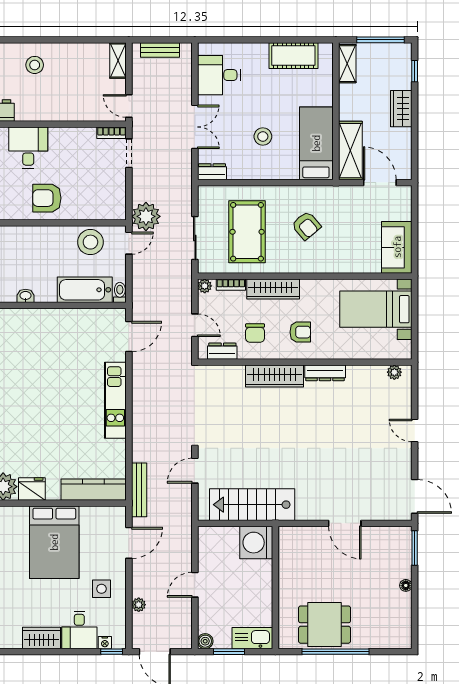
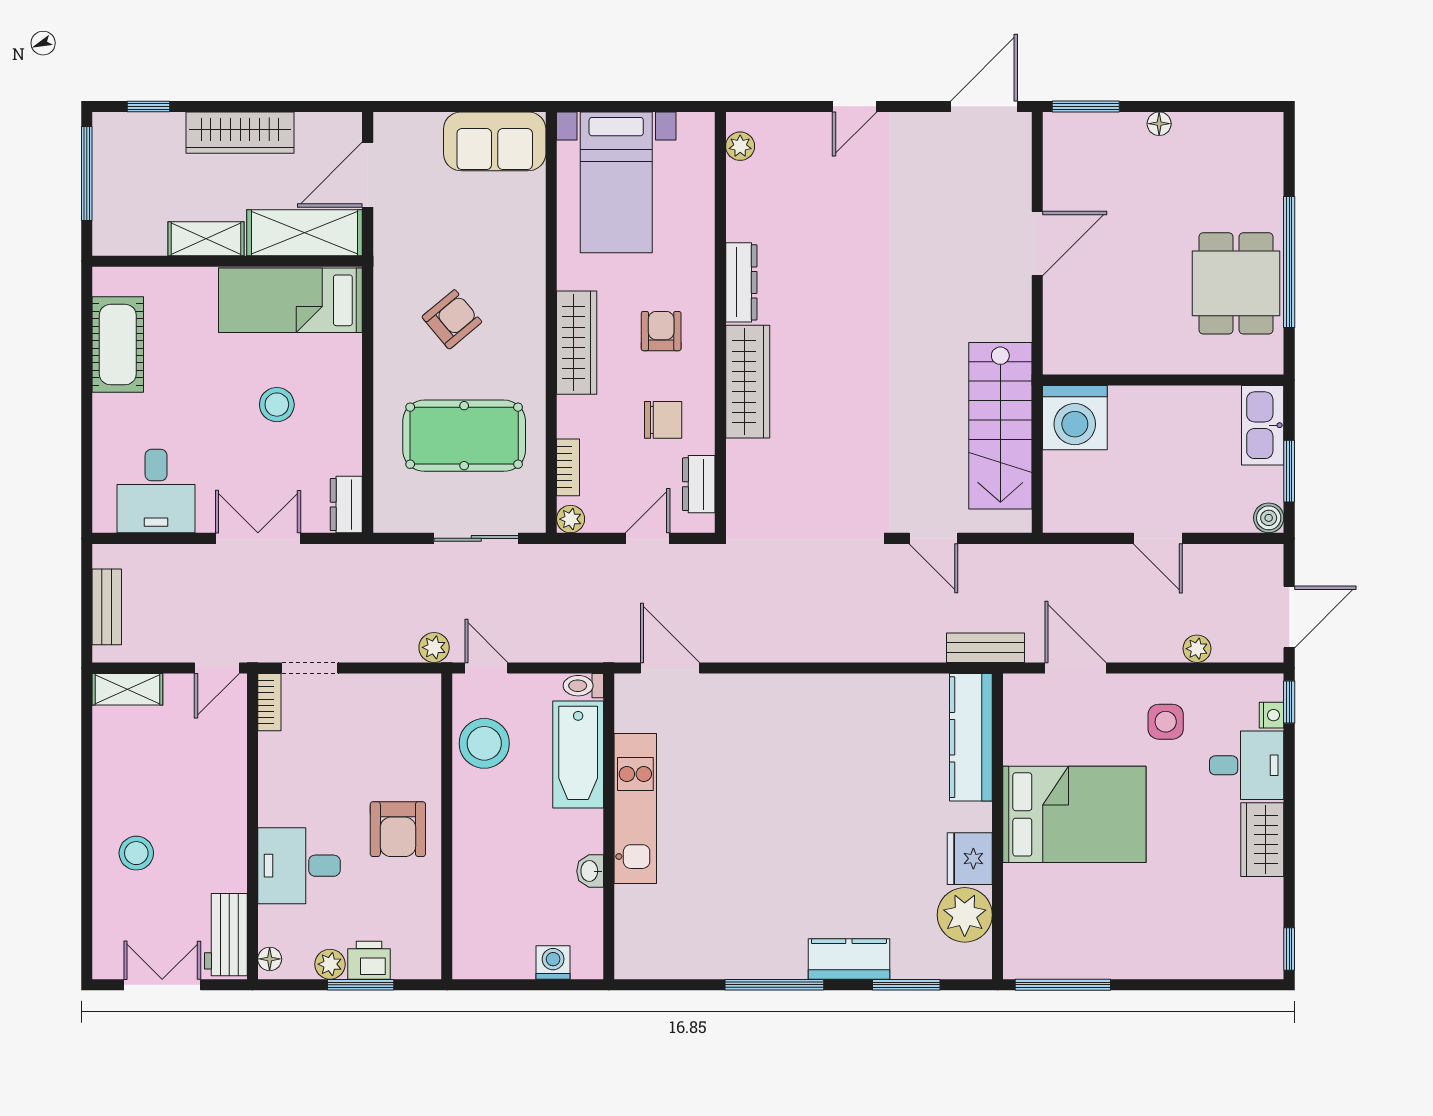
shelving: (347, 64) -> (206, 239), moved
wardrobe: (401, 109) -> (240, 133), width x1.50
plant: (146, 216) -> (434, 647), width x0.53, depth x0.53
wardrobe: (273, 289) -> (577, 343), moved
kitchen unit: (115, 400) -> (635, 809), moved, turned -90
bench: (139, 490) -> (985, 648), width x0.73

